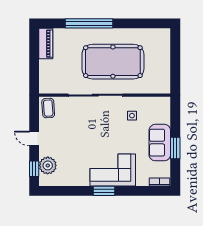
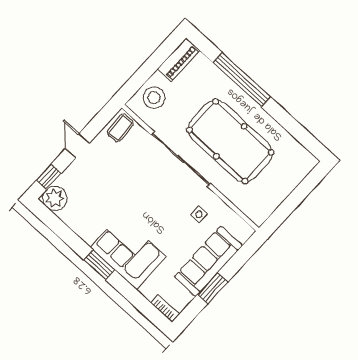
stool: (51, 76) -> (154, 98), added
sofa: (160, 143) -> (208, 261), width x1.36
plant: (48, 165) -> (55, 198), moved

